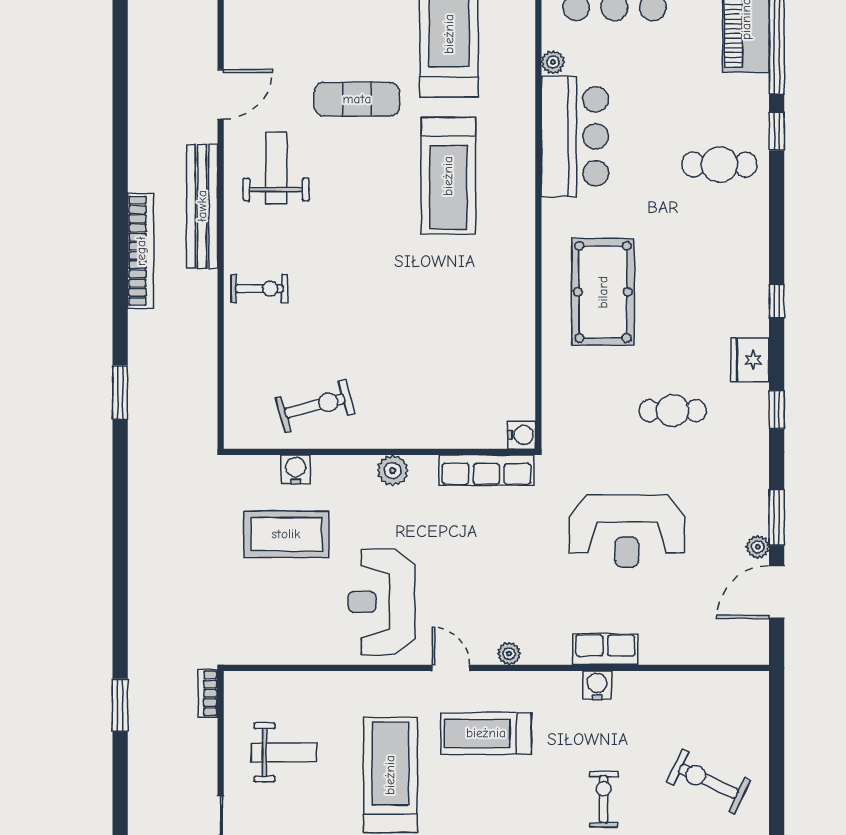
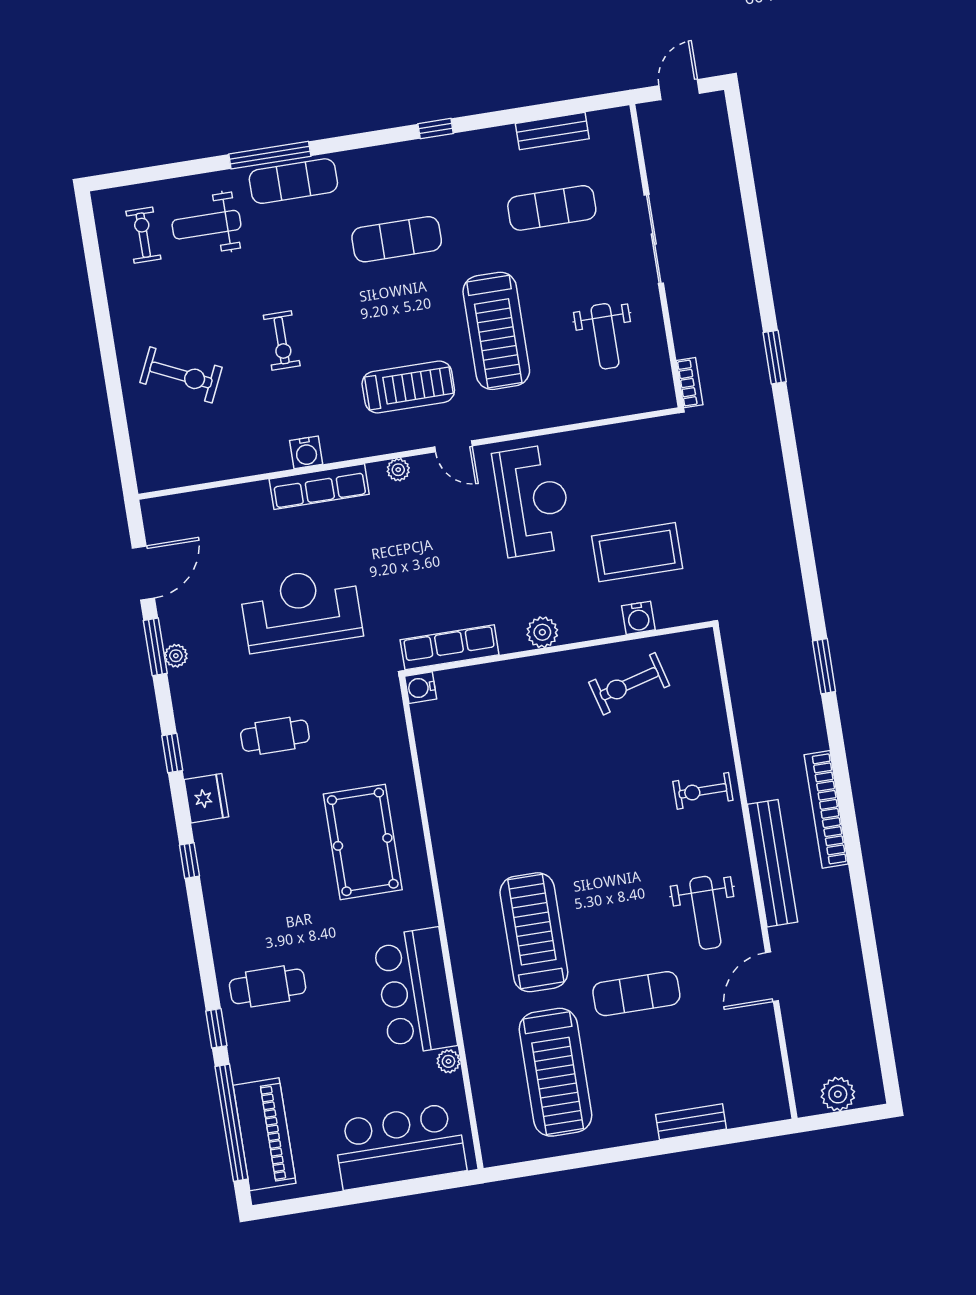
plant: (758, 547) -> (176, 656), moved
row of seats: (605, 649) -> (319, 487), width x1.48
weight bench: (284, 752) -> (605, 336), turned -90

